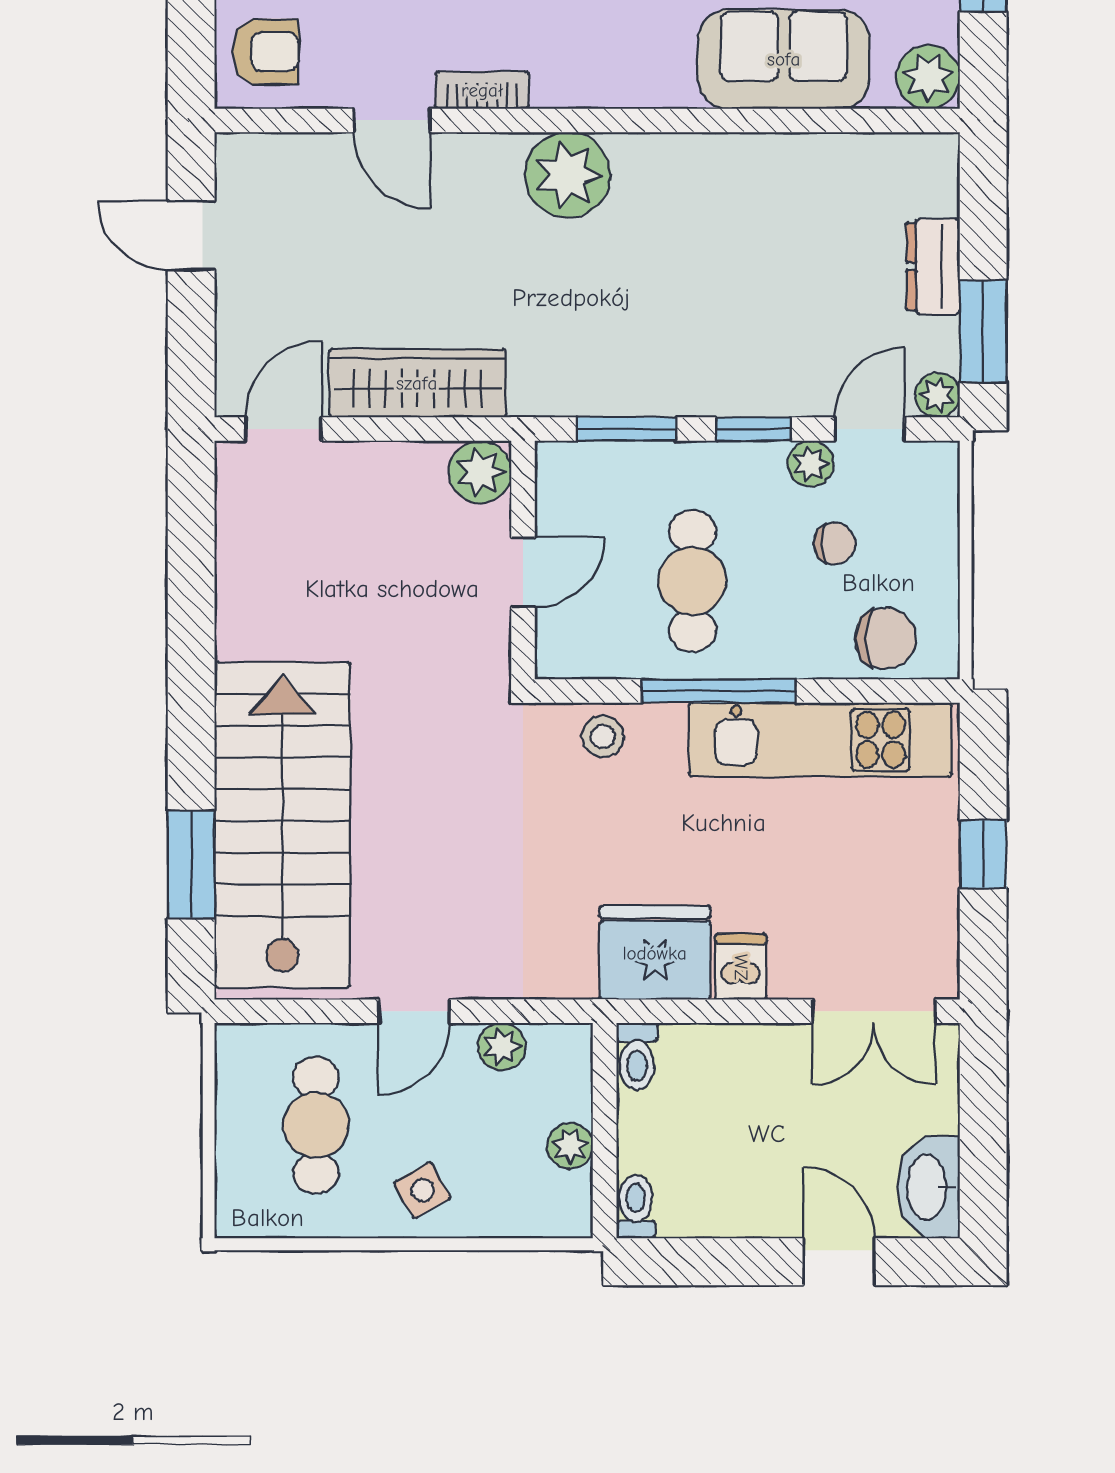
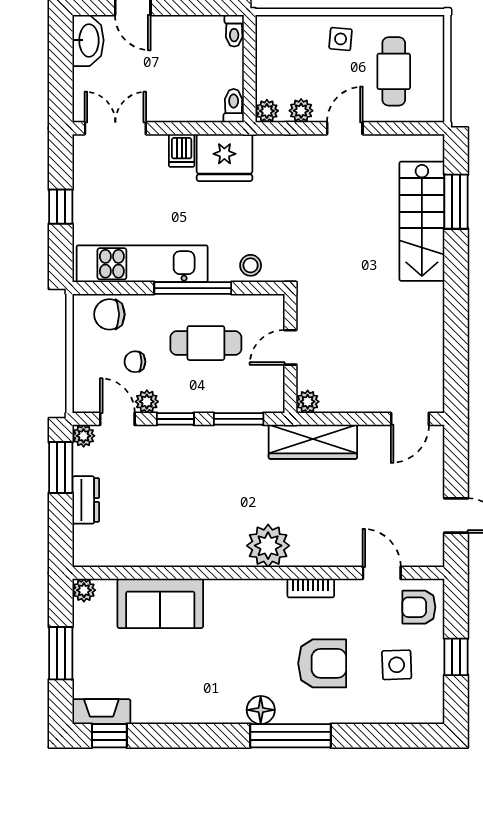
plant: (928, 77) -> (84, 590), width x0.73, depth x0.73
door: (392, 120) -> (382, 573), moved
wardrobe: (417, 383) -> (313, 442), moved
door: (870, 429) -> (117, 419), swing flipped
plant: (480, 472) -> (308, 402), width x0.73, depth x0.73
cafe table: (692, 581) -> (206, 343), turned 90
stairs: (282, 825) -> (422, 221), width x0.73, depth x0.66
plant: (570, 1146) -> (267, 111), moved
side table: (422, 1190) -> (341, 39), turned 35

